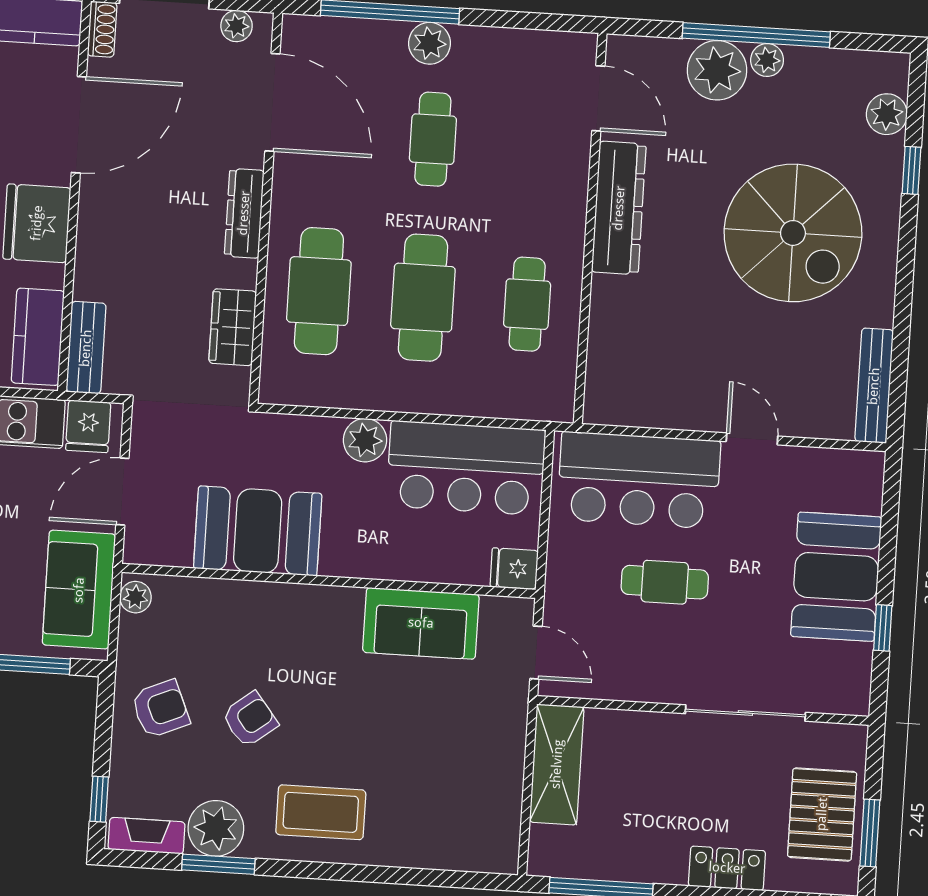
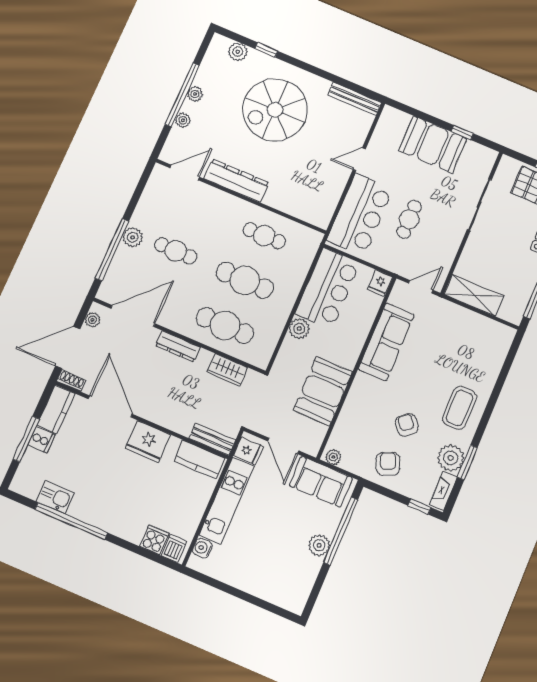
plant: (717, 70) -> (183, 120), width x0.53, depth x0.53
spiral stairs: (793, 233) -> (275, 110), turned 180
sofa: (421, 623) -> (386, 342), width x1.36

